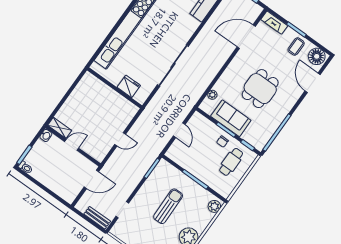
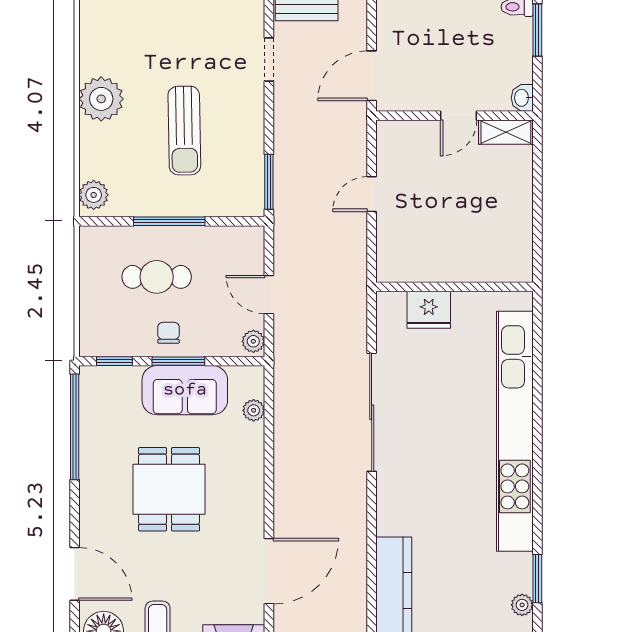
plant: (196, 118) -> (253, 341), added
cafe table: (231, 162) -> (157, 277), moved, turned 90

